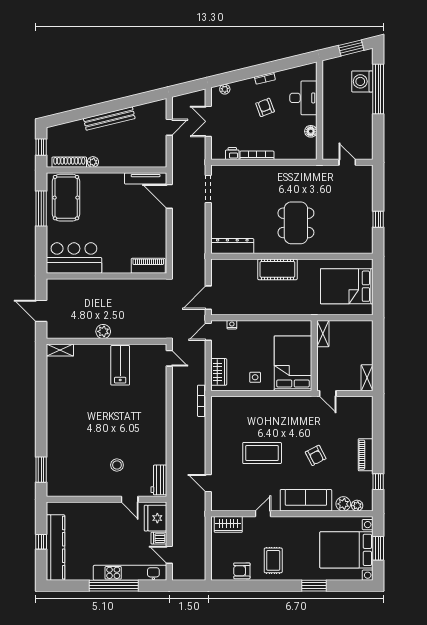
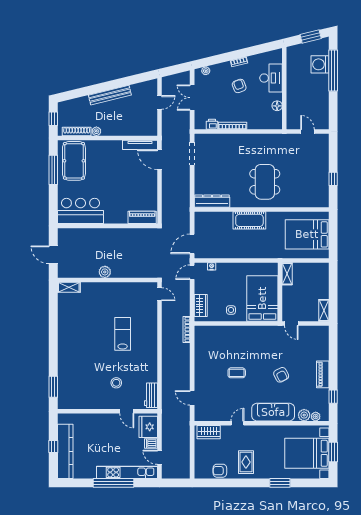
lab bench: (120, 365) -> (123, 334), moved
coffee table: (262, 453) -> (237, 373), width x0.54, depth x0.58

